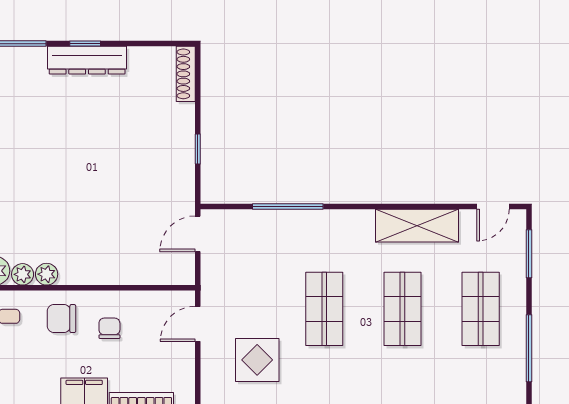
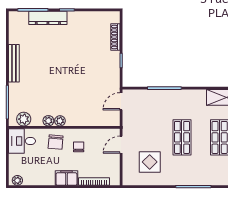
dresser: (87, 60) -> (48, 18), moved
shoe rack: (186, 74) -> (115, 37), moved
plant: (23, 274) -> (60, 121), moved
chair: (61, 319) -> (56, 142), turned -85

